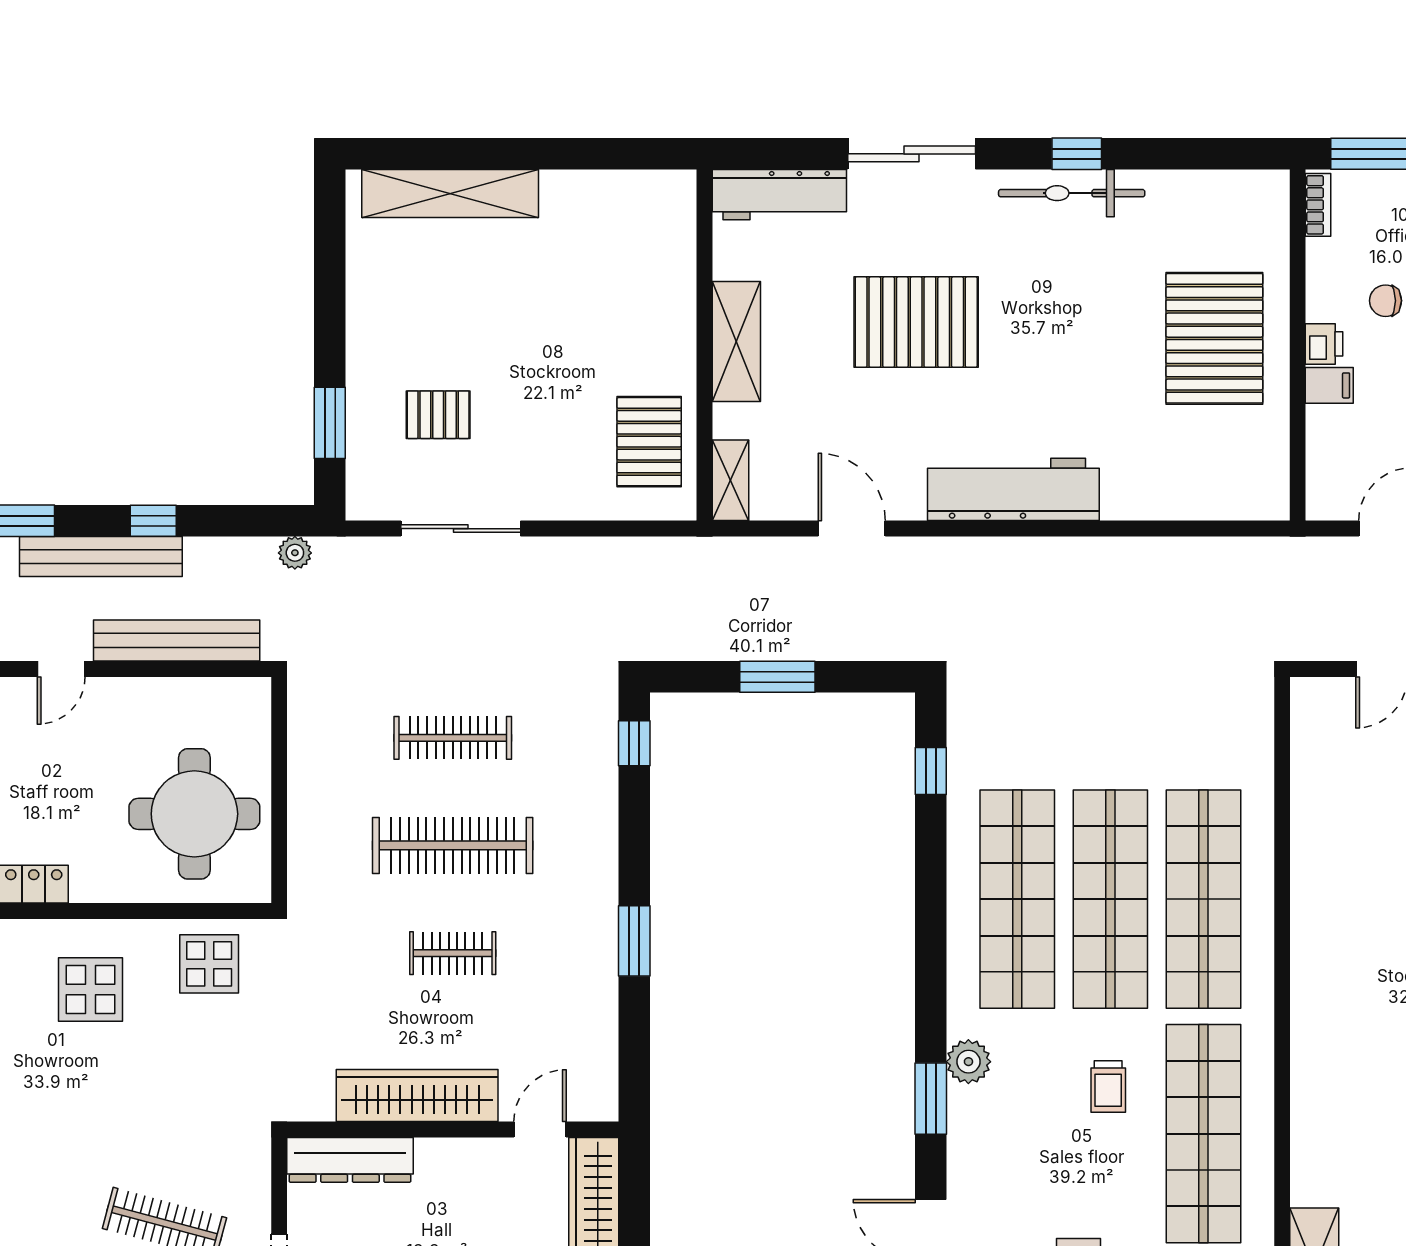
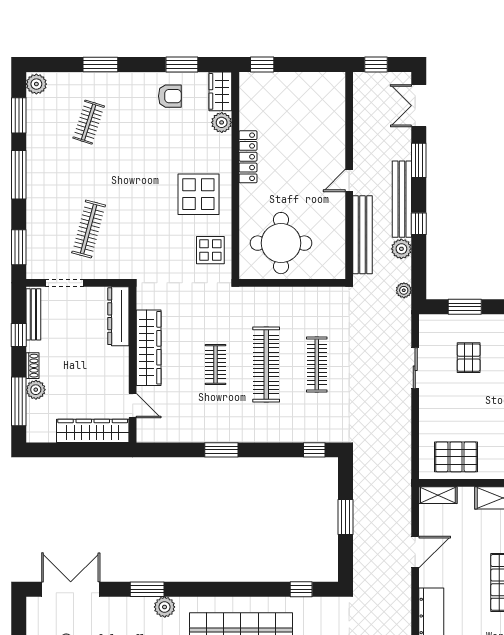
sliding door: (461, 529) -> (415, 368), width x0.73
plant: (207, 558) -> (401, 249), added
door: (61, 669) -> (349, 180), hinge flipped
display table: (90, 990) -> (198, 194), width x1.36, depth x1.36

